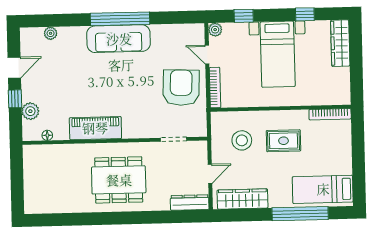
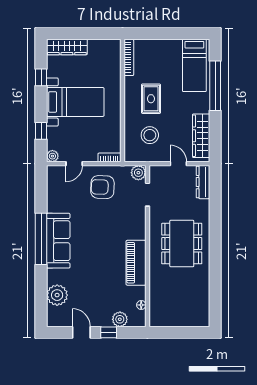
plant: (51, 33) -> (57, 295), width x1.88, depth x1.88
armchair: (181, 88) -> (102, 187), width x0.73, depth x0.73
bookcase: (215, 88) -> (109, 157), width x0.64
plant: (199, 128) -> (138, 173), added

